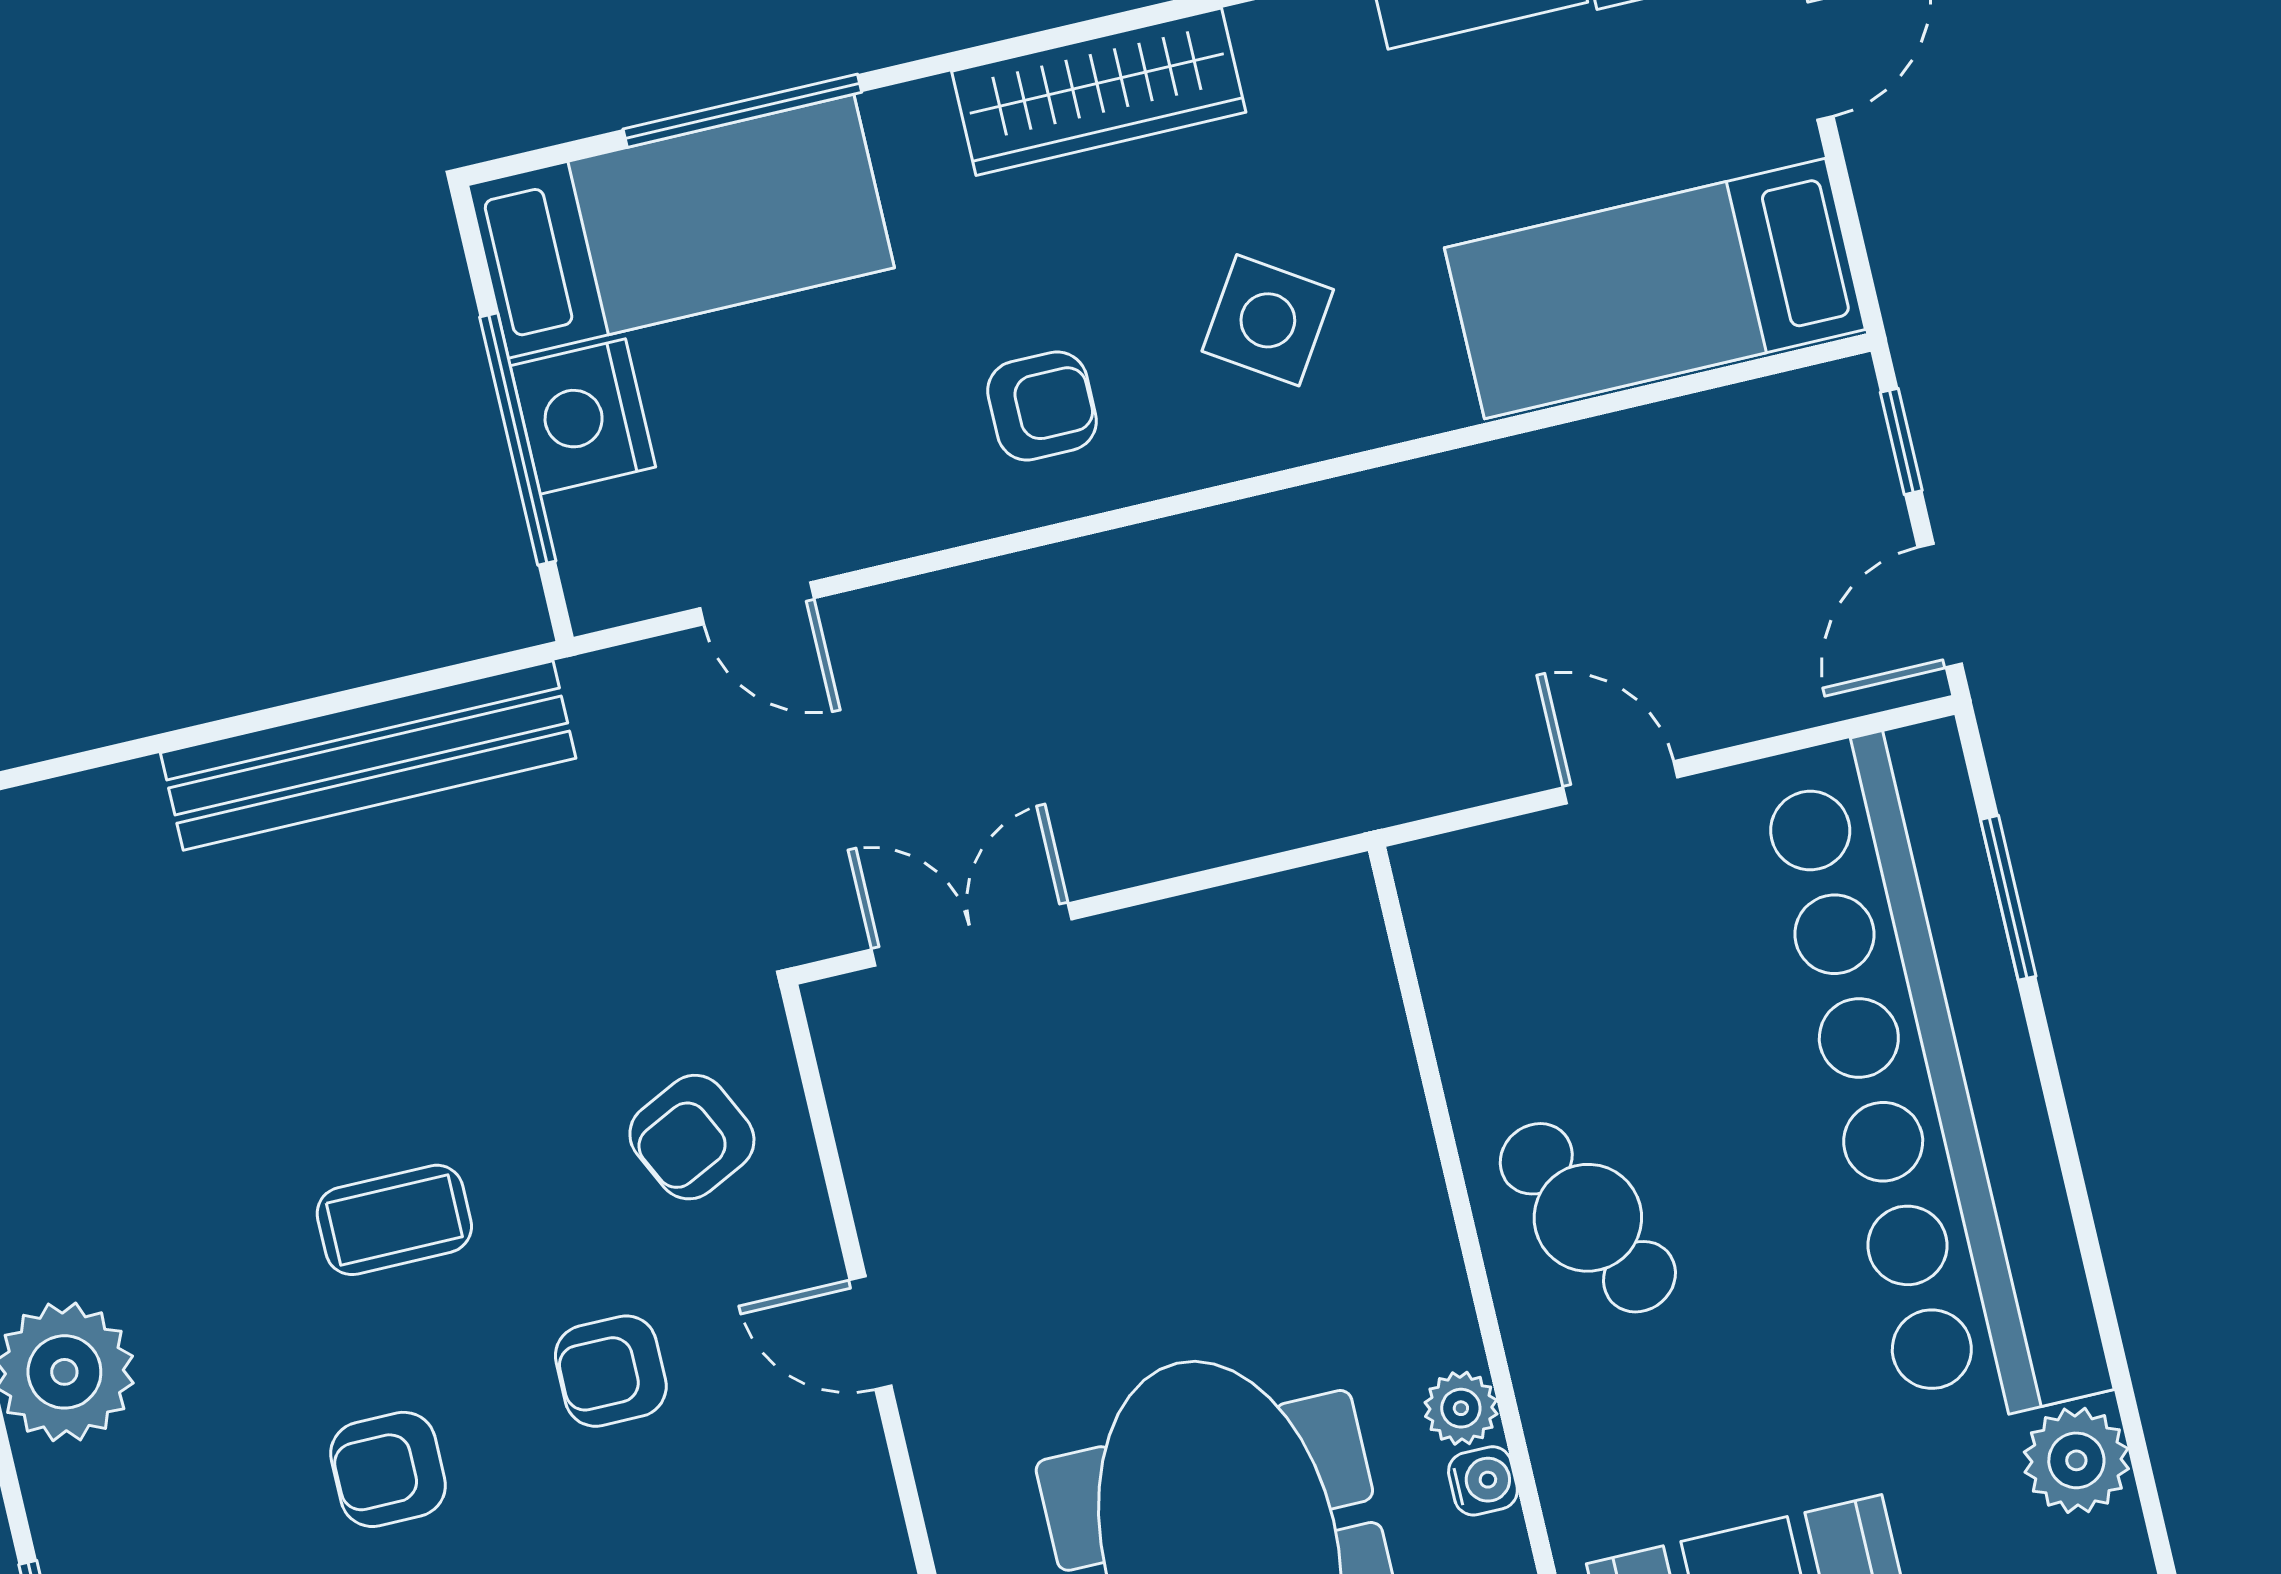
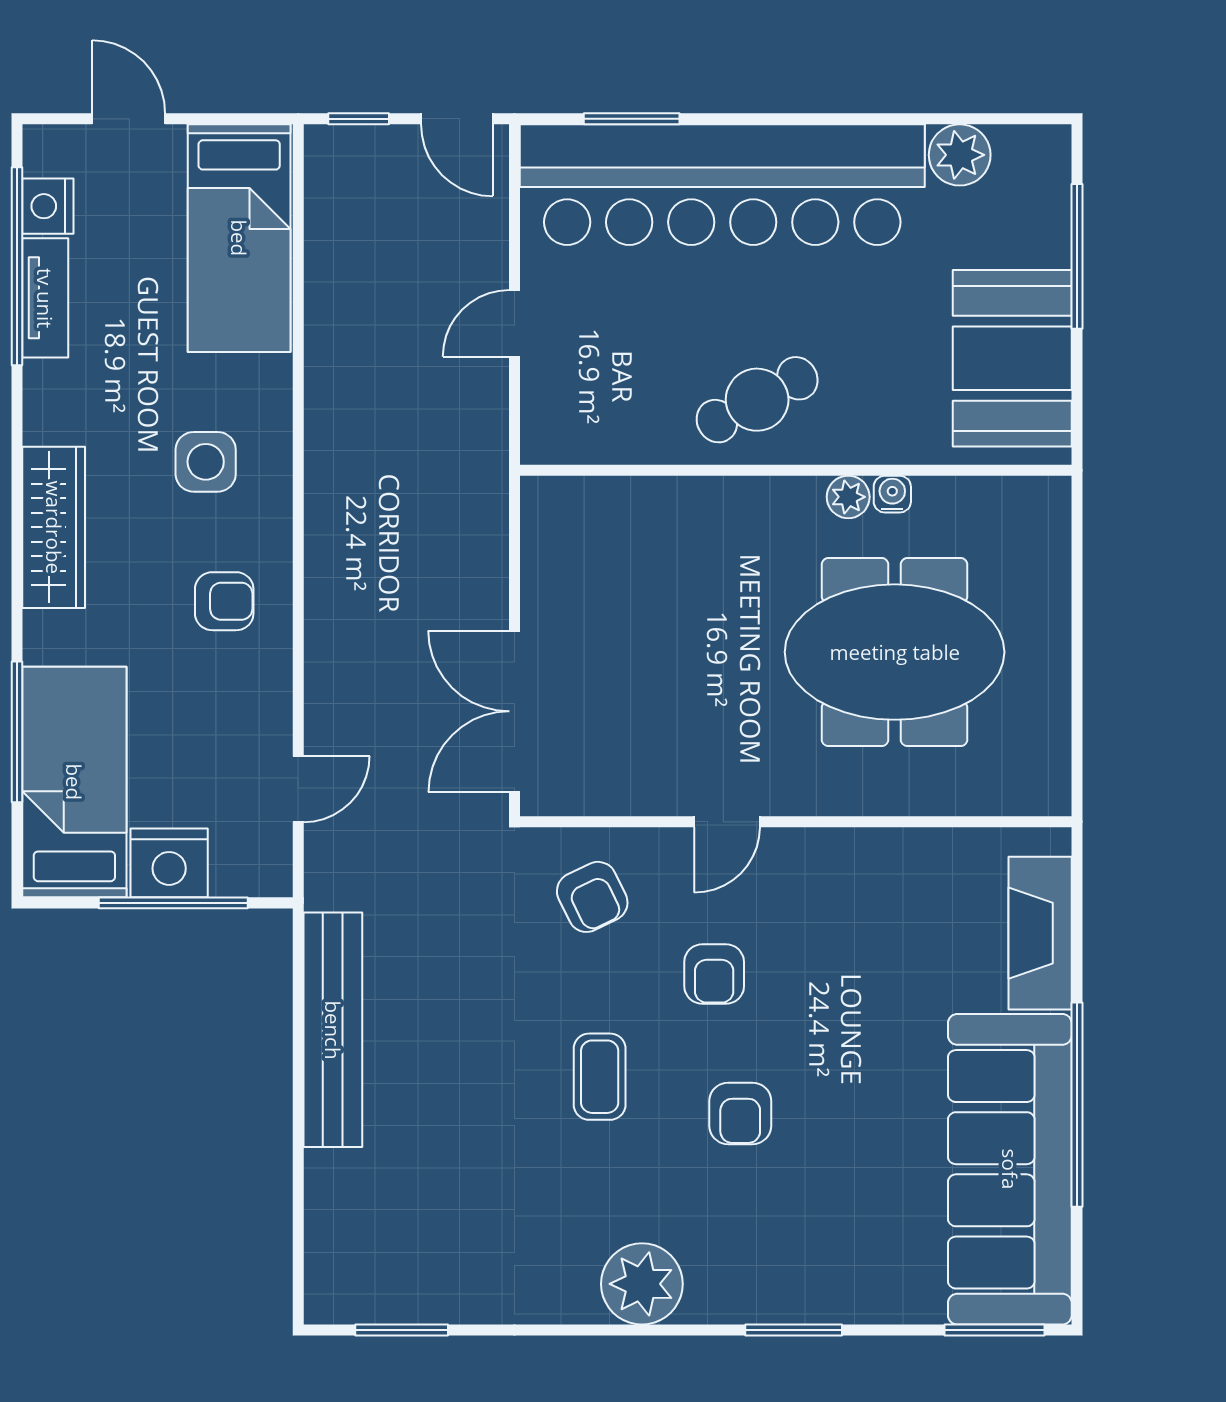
side table: (1268, 320) -> (206, 462), turned -33
armchair: (1042, 406) -> (224, 601), turned 90
double door: (972, 934) -> (515, 711), width x1.37

